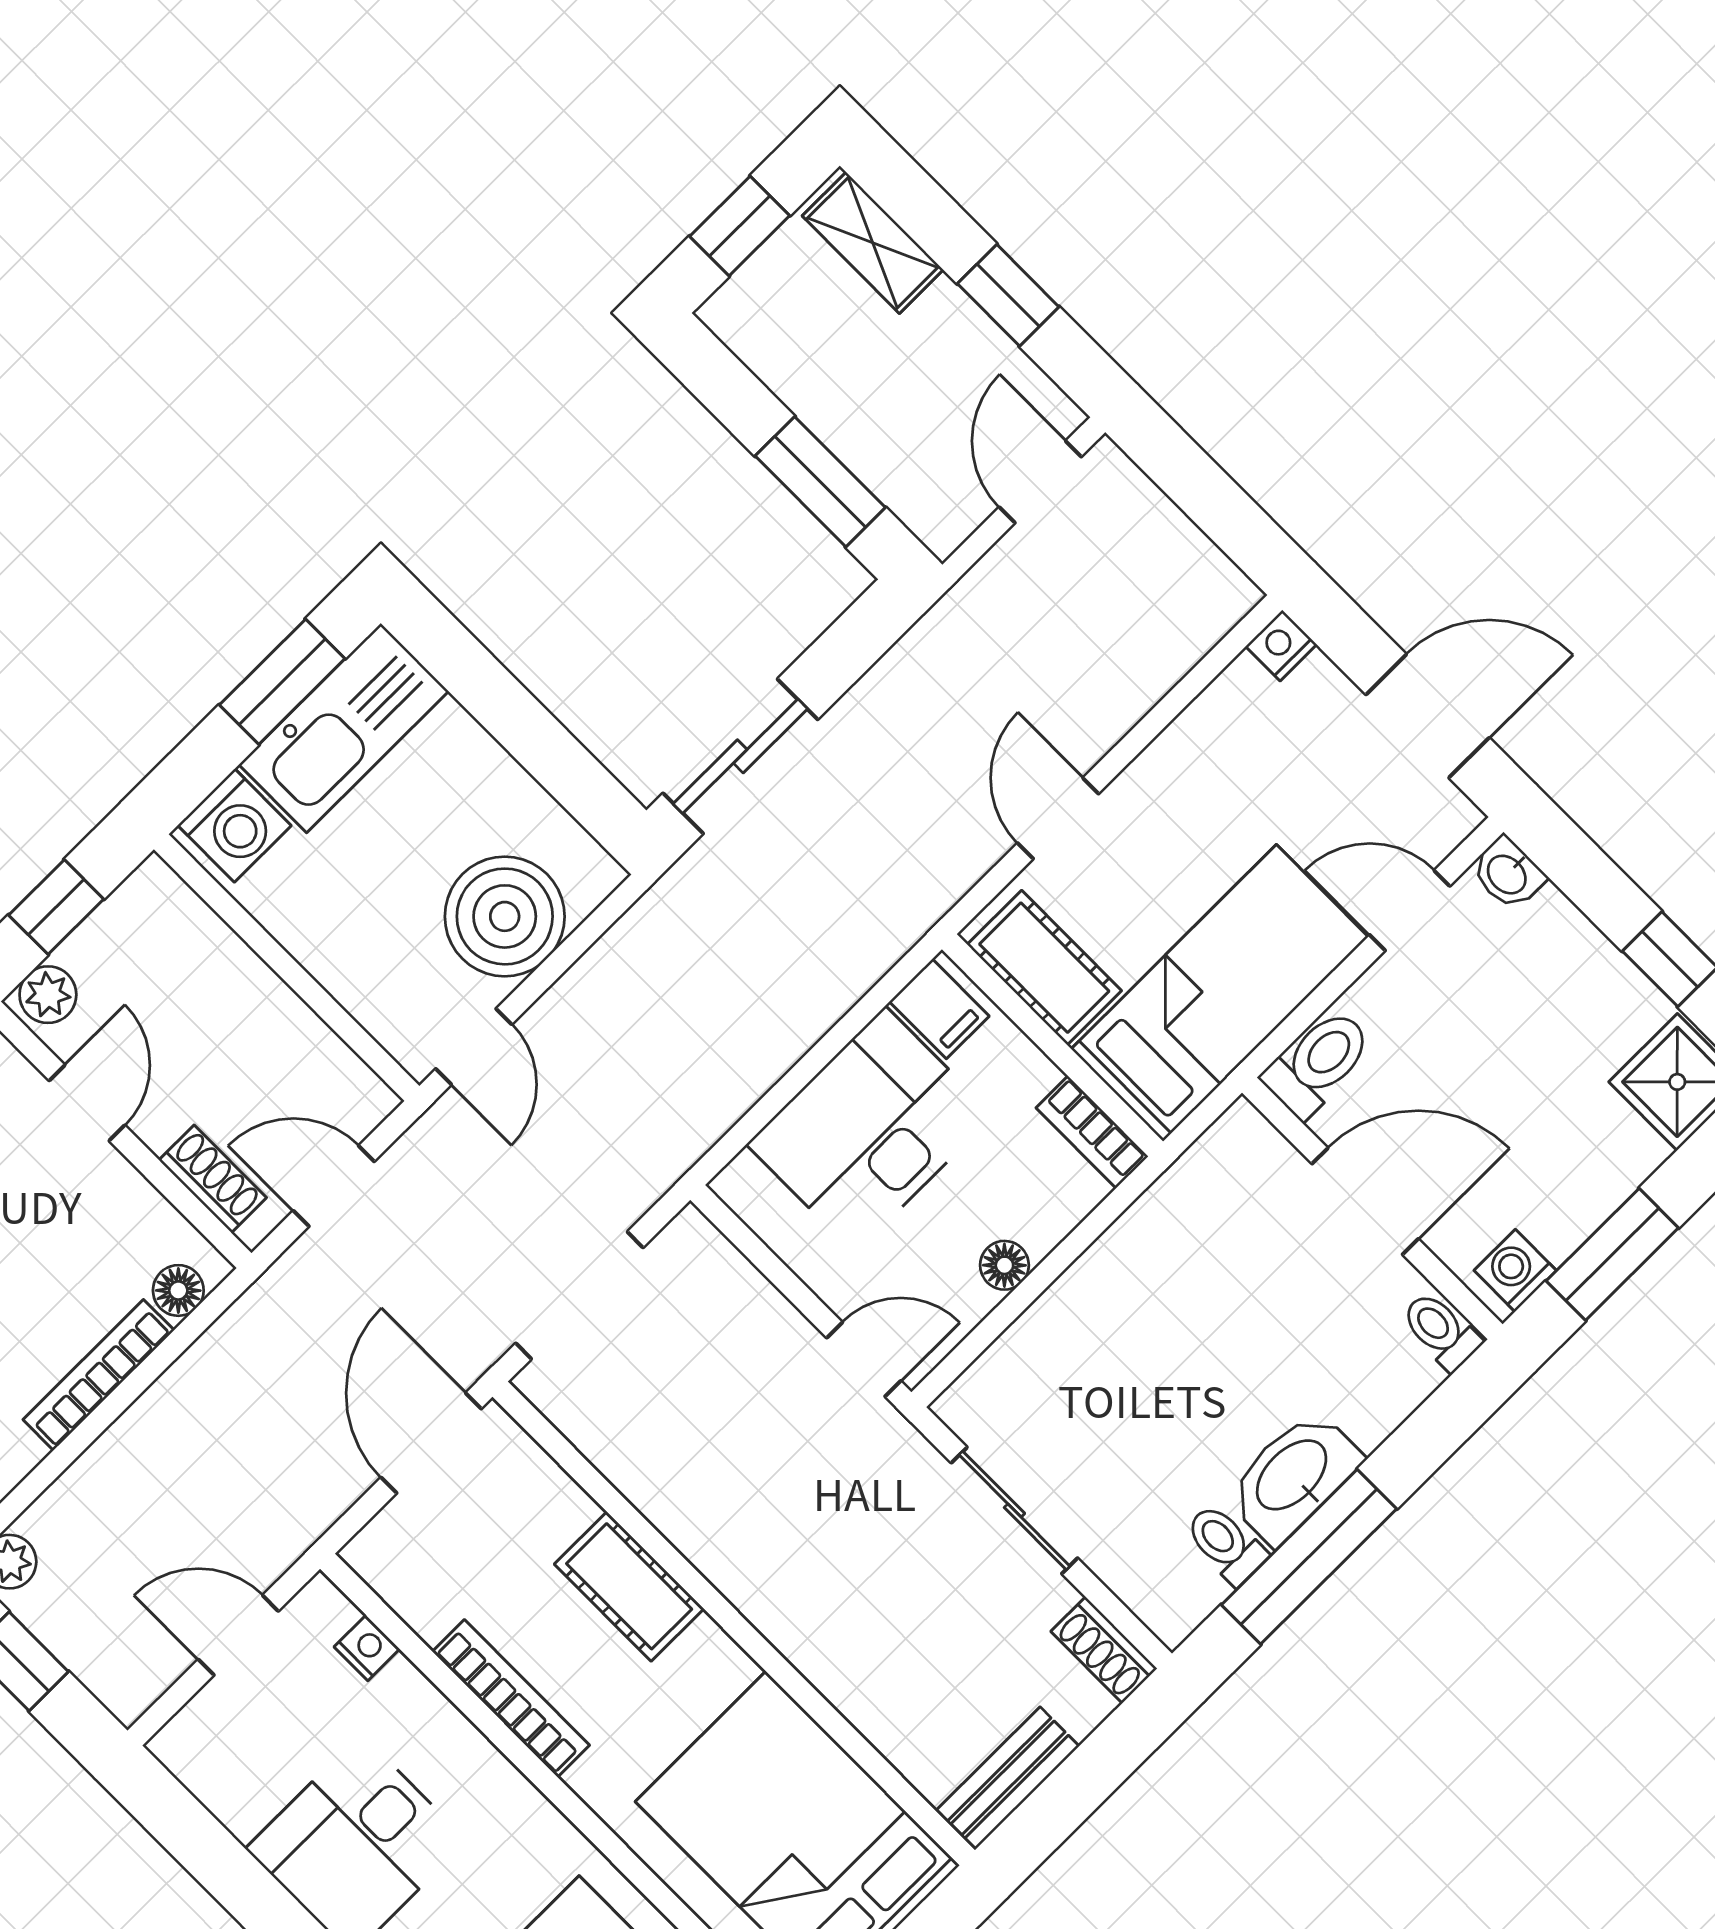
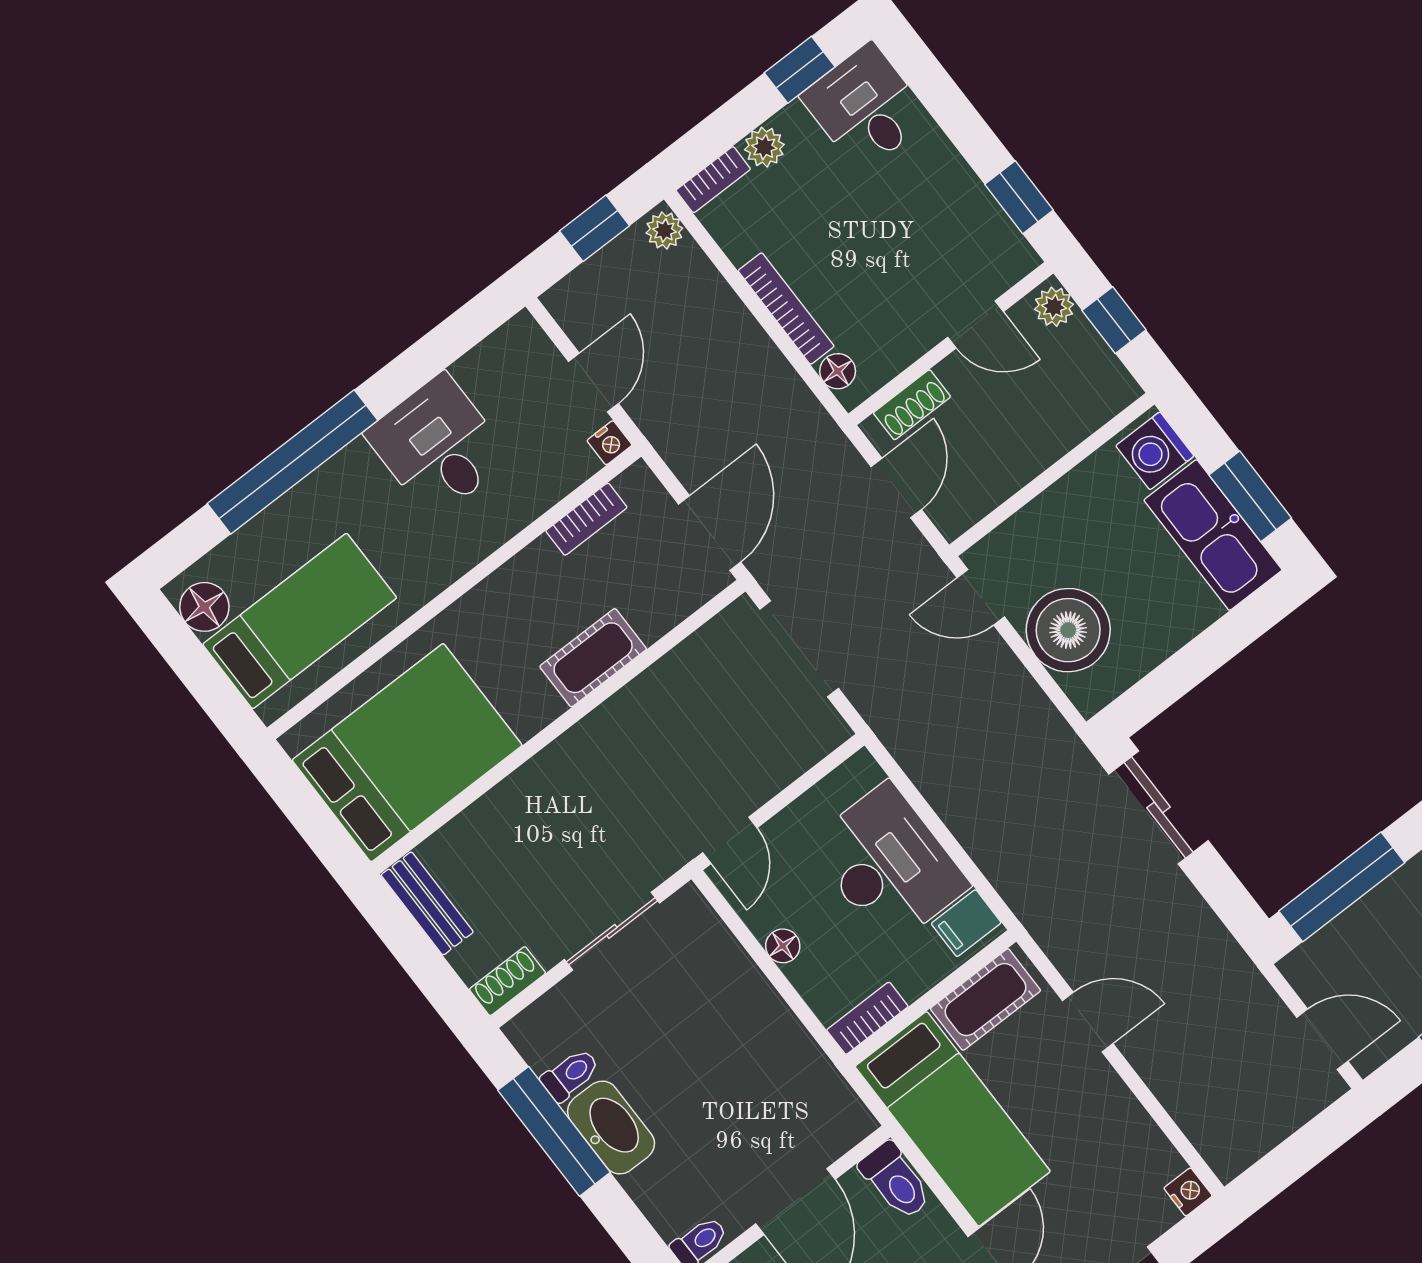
window: (820, 482) -> (1342, 887), width x1.44
door: (431, 1443) -> (710, 533), hinge flipped
nightstand: (367, 1648) -> (609, 443), moved
bookcase: (511, 1698) -> (586, 519), moved, width x0.64

